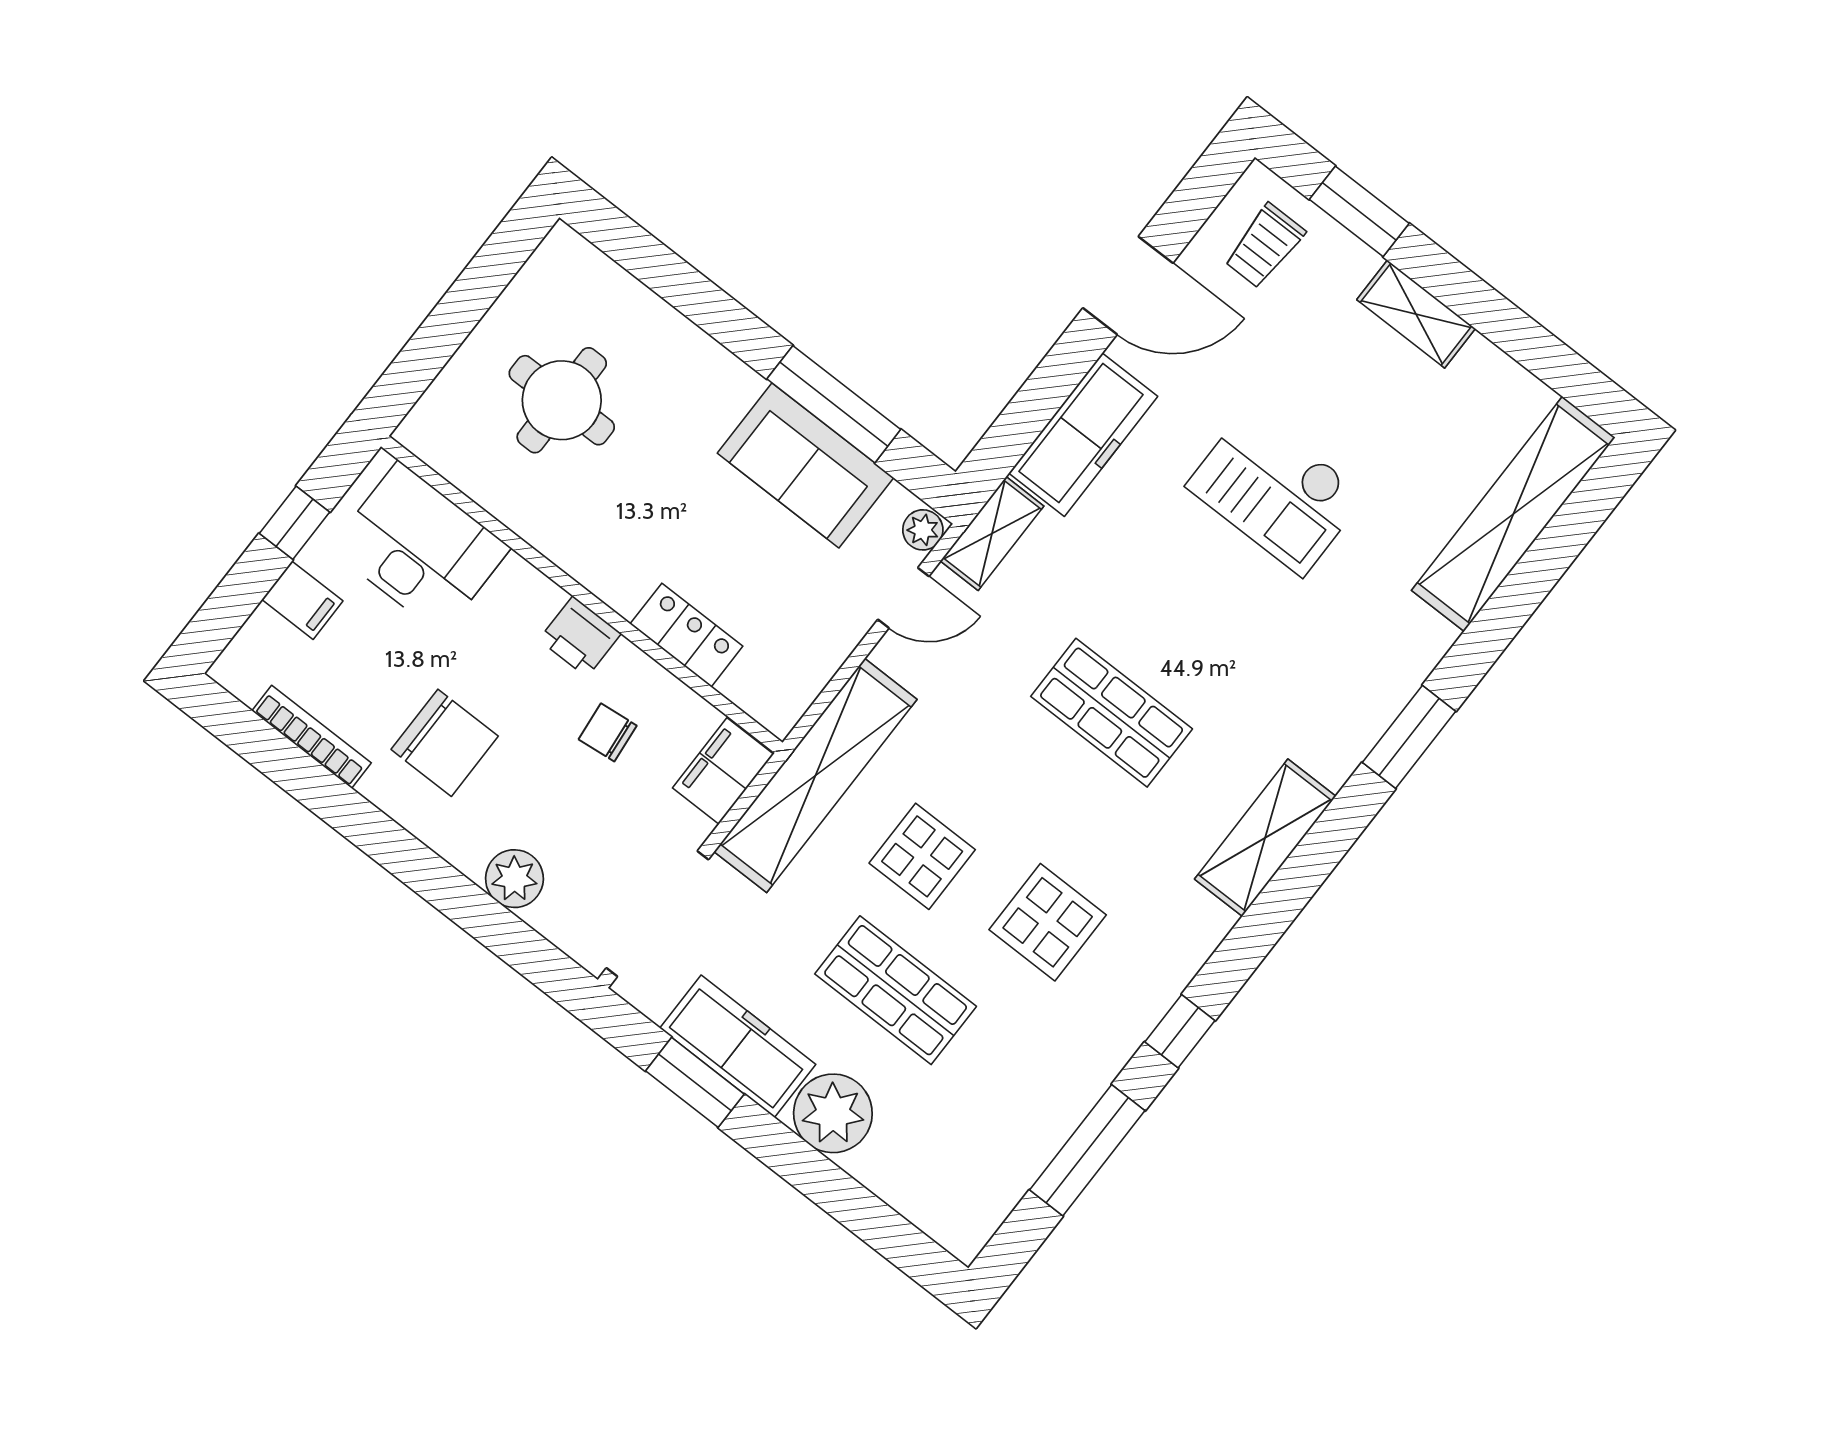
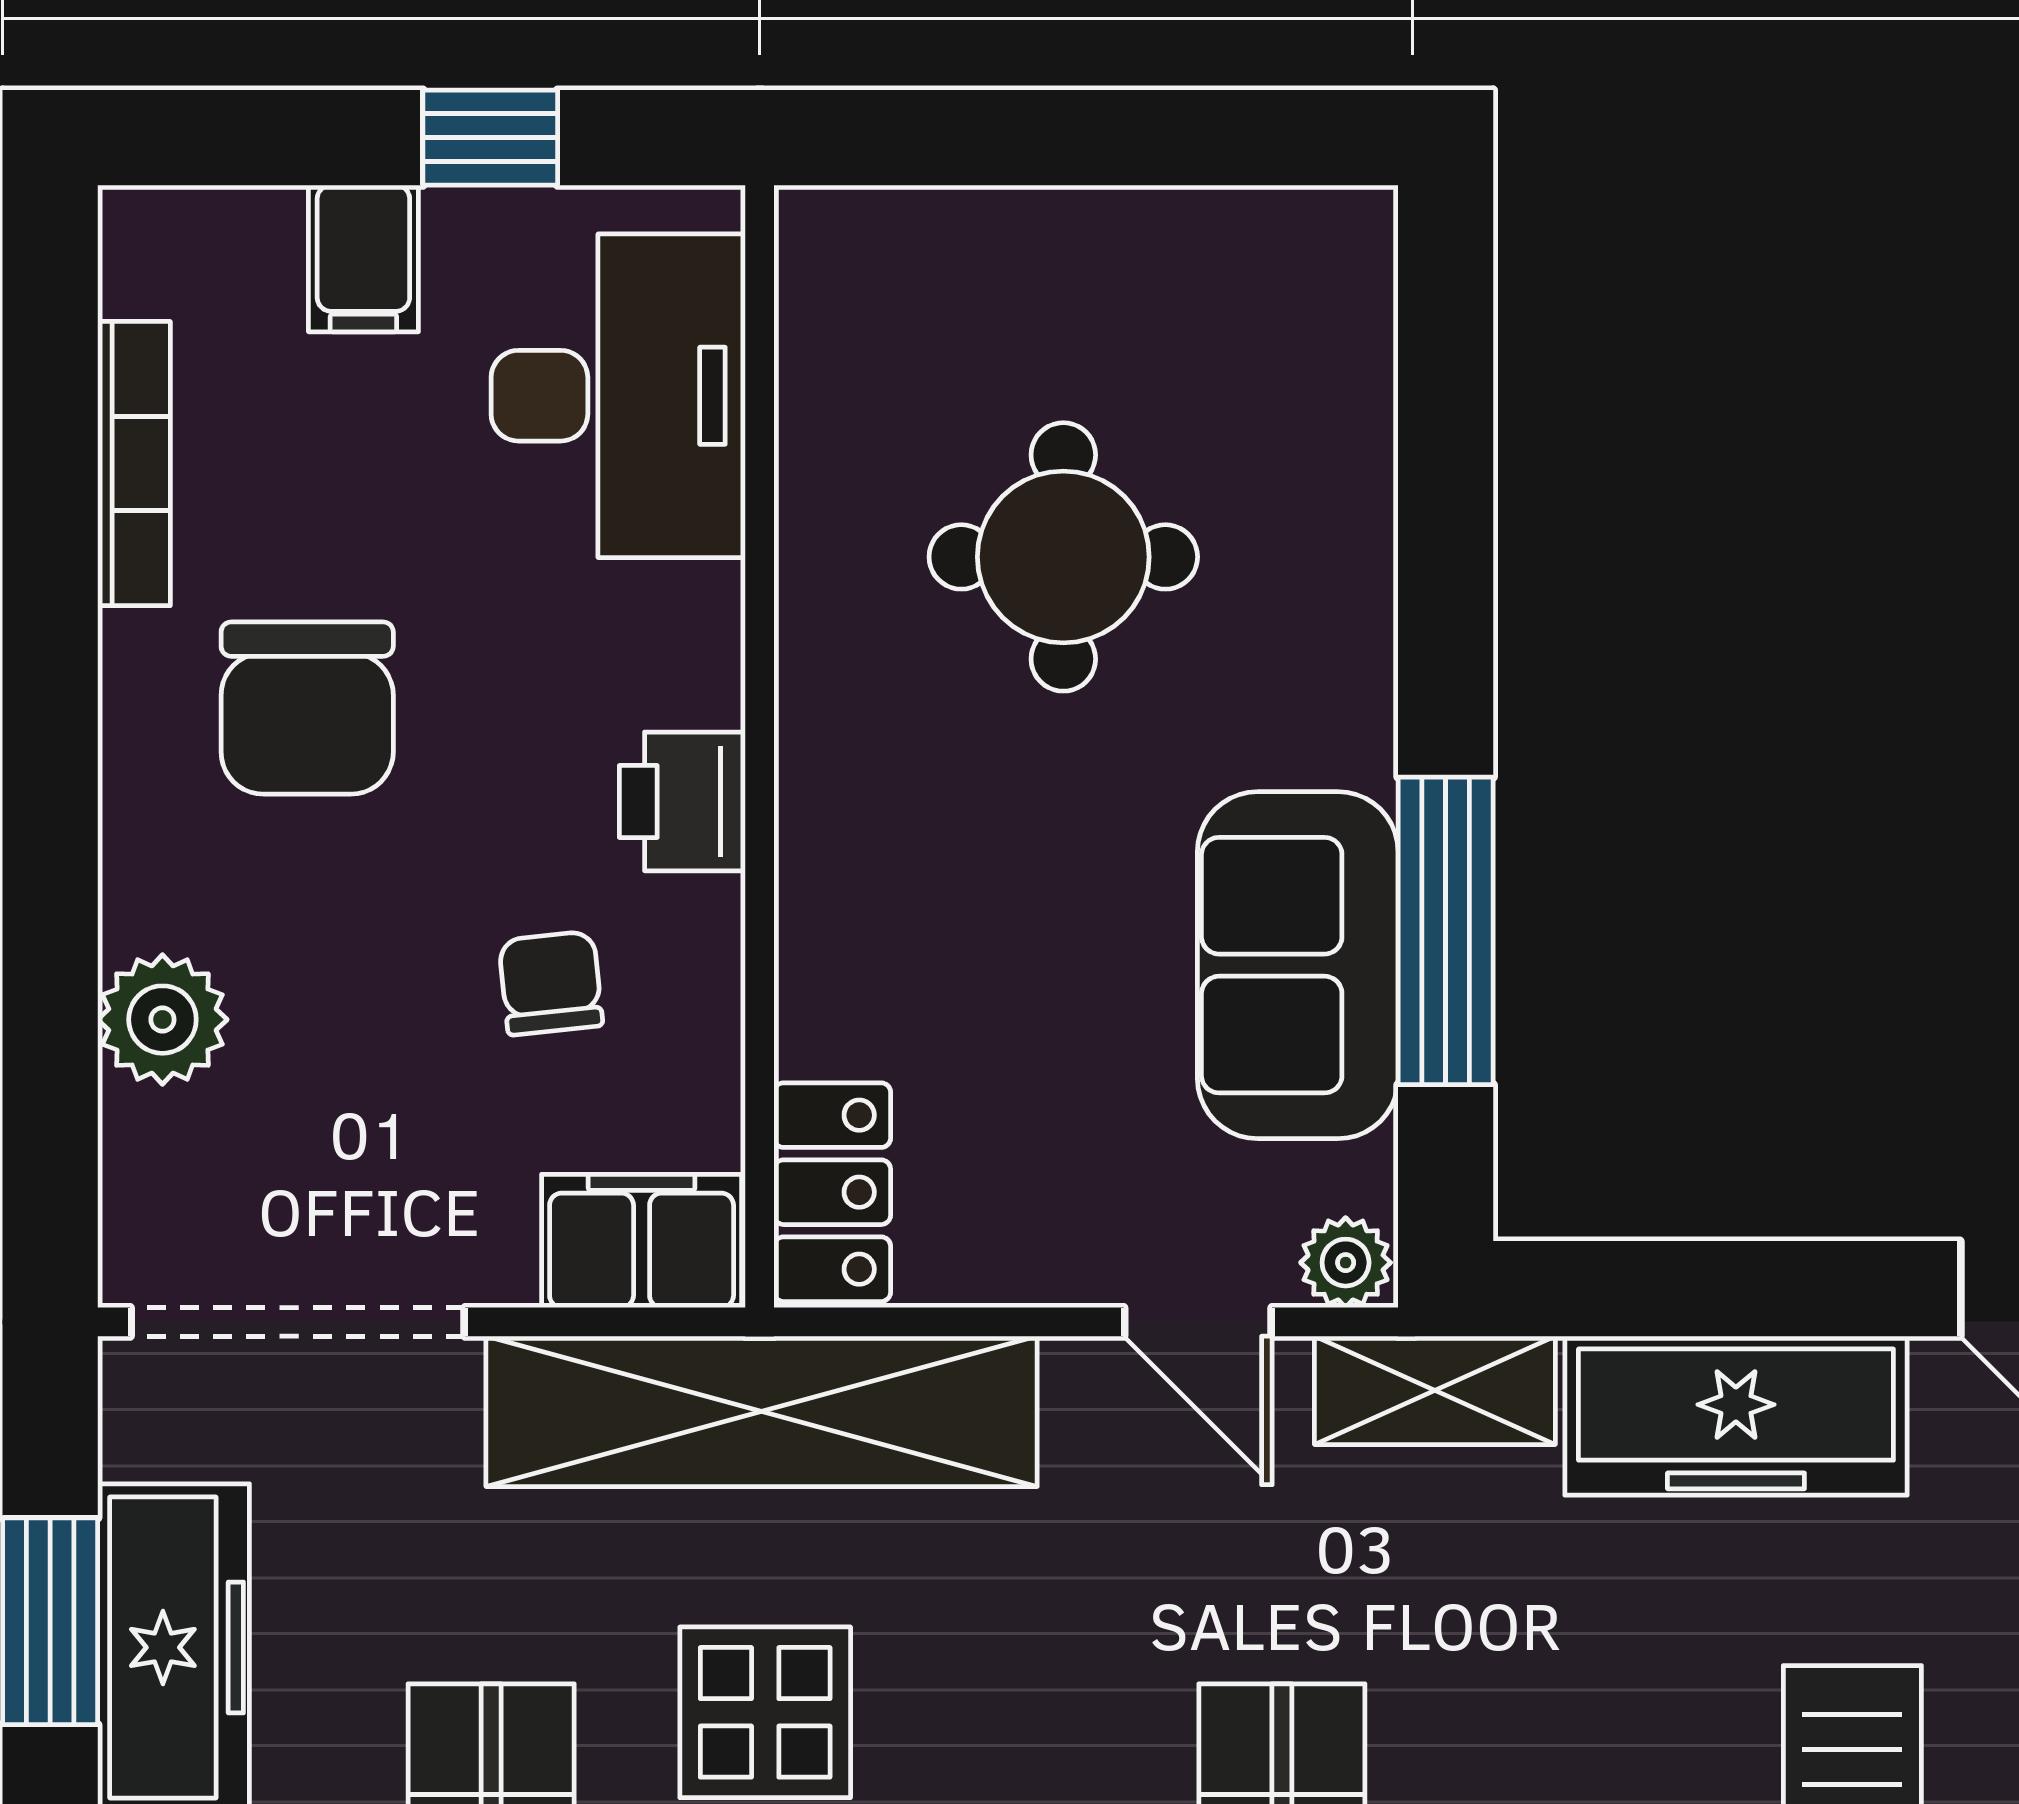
round table: (562, 400) -> (1063, 557), moved
locker: (686, 635) -> (832, 1192), moved

